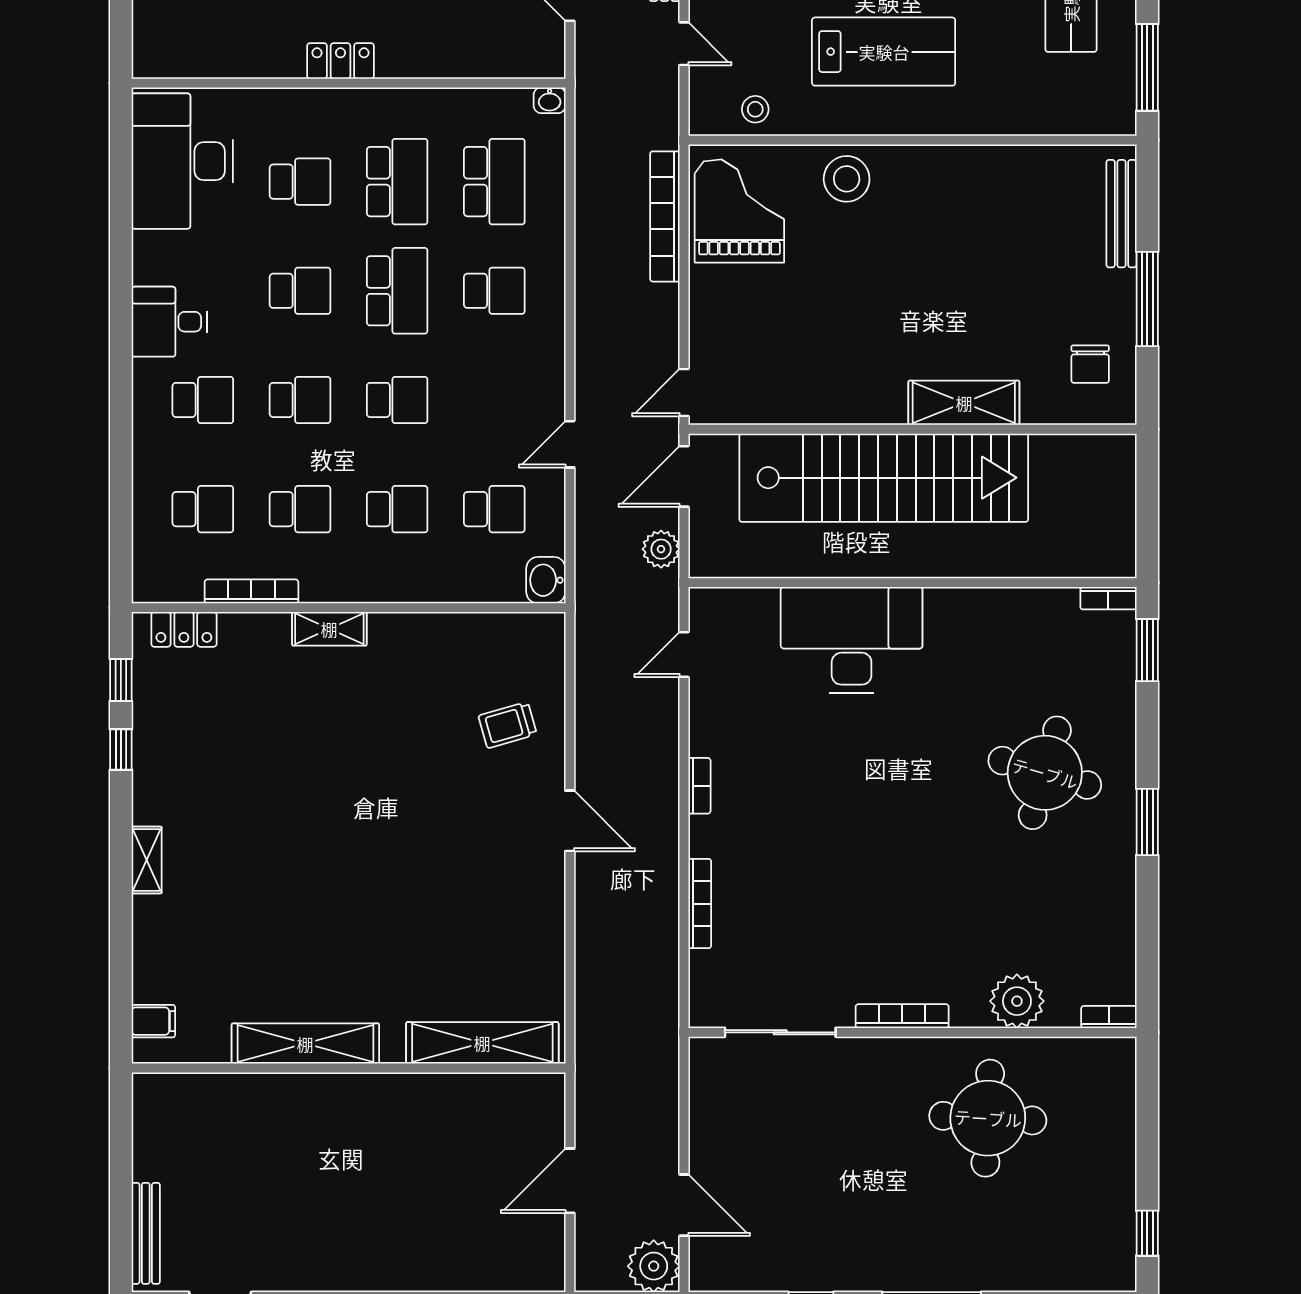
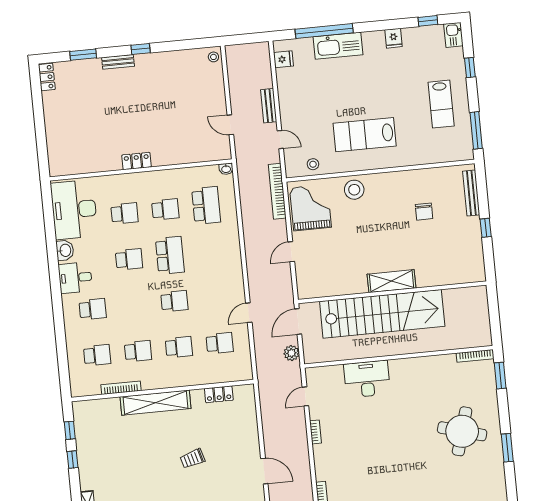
lab bench: (884, 52) -> (365, 135), turned 180
school desk: (397, 182) -> (165, 209), width x0.54
bookcase: (665, 216) -> (277, 191), moved
school desk: (494, 291) -> (211, 251), removed
window: (1147, 299) -> (486, 228), width x0.46
chair: (1090, 364) -> (424, 212), moved
door: (684, 392) -> (291, 252), moved
school desk: (300, 400) -> (133, 305), removed
shelving: (964, 403) -> (392, 281), moved
washbasin: (546, 580) -> (65, 250), moved, turned 180
bookcase: (1108, 598) -> (475, 356), width x1.56
locker: (184, 629) -> (219, 394), moved
shelving: (329, 629) -> (155, 403), width x2.20, depth x1.33
desk: (852, 640) -> (367, 379), width x0.73, depth x0.77
trolley: (508, 725) -> (192, 459), moved
bookcase: (699, 786) -> (315, 432), moved

